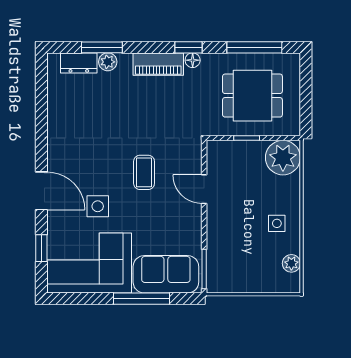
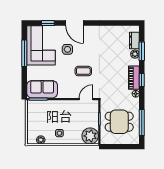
window: (188, 47) -> (142, 80), moved
dining table: (252, 96) -> (119, 122), turned 90
door: (204, 189) -> (86, 99), moved
door: (41, 191) -> (75, 23), hinge flipped
sofa: (166, 274) -> (42, 89), moved, turned -90
window: (141, 299) -> (24, 53), moved

